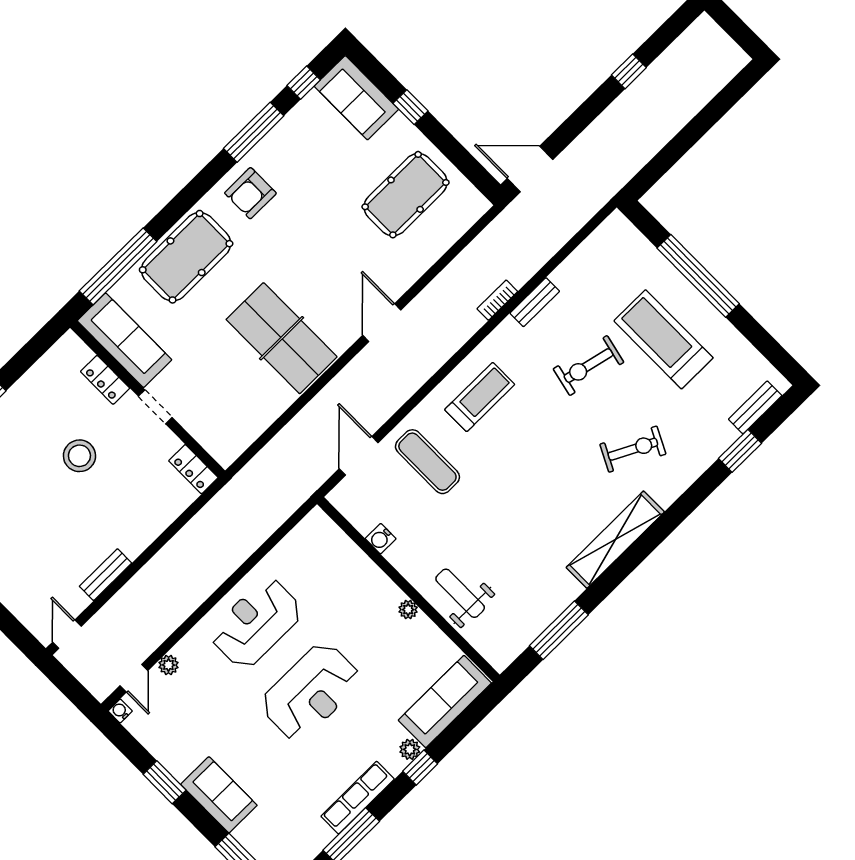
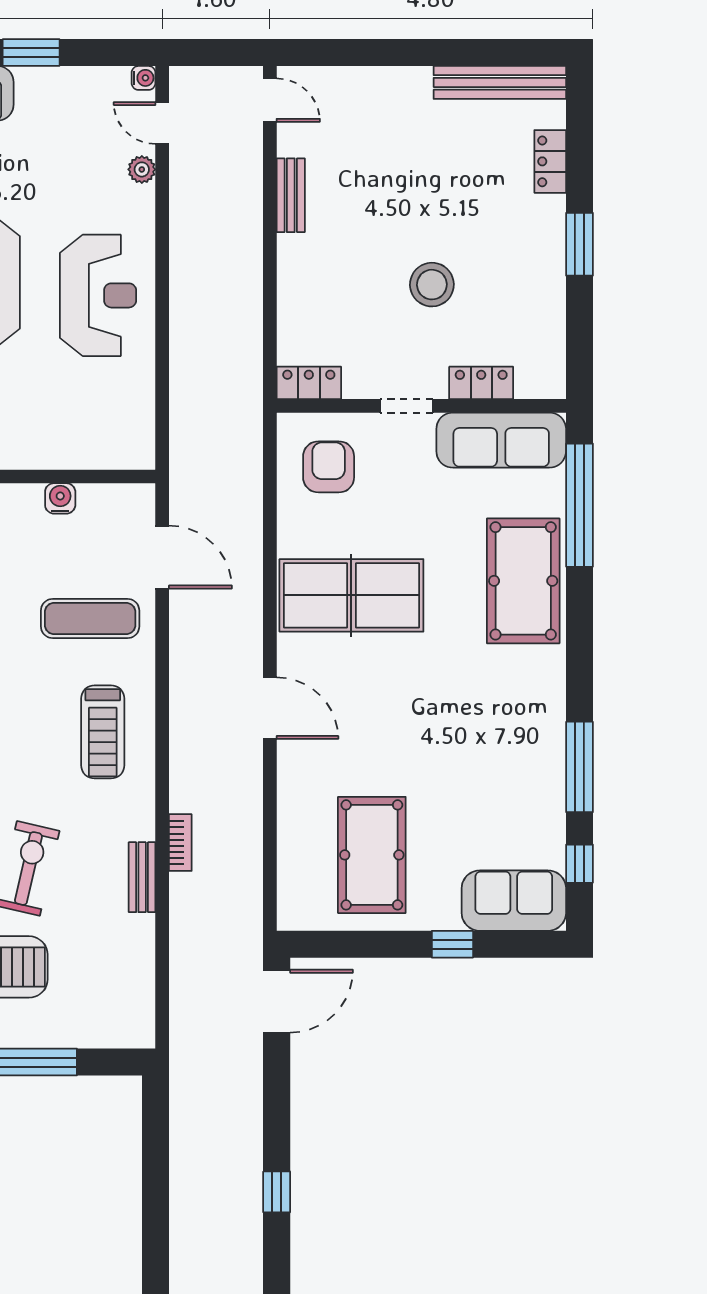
armchair: (250, 193) -> (329, 467), moved

